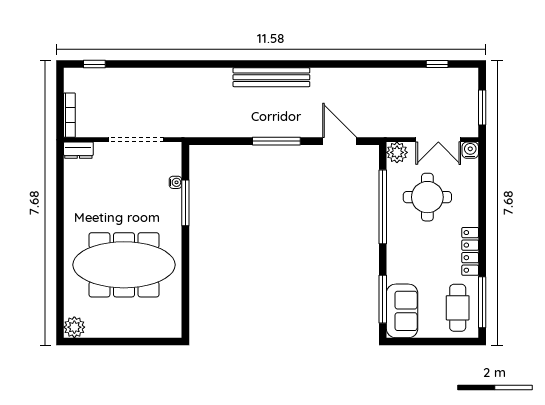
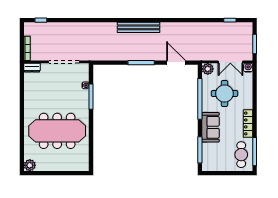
sofa: (402, 311) -> (210, 127), moved

